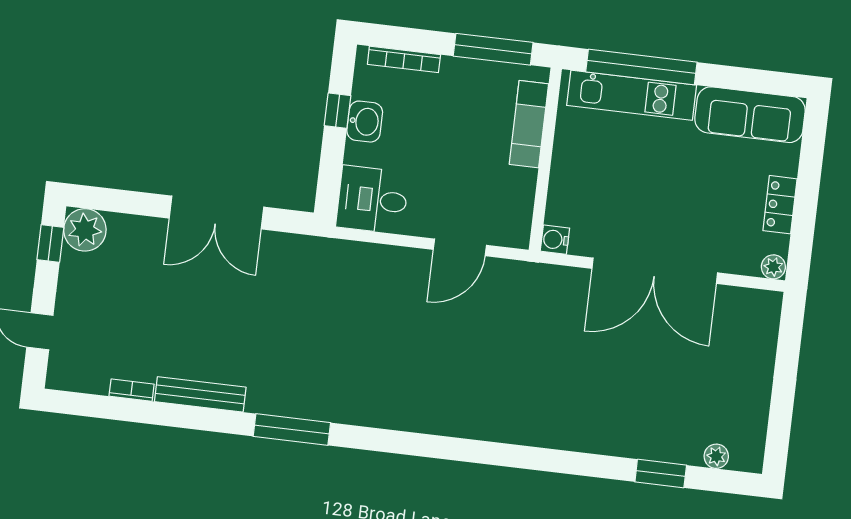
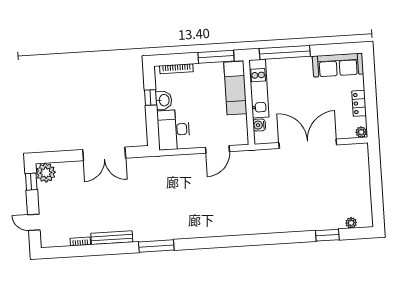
kitchen unit: (632, 95) -> (259, 89), moved, turned -90
exam couch: (529, 124) -> (235, 88), width x1.36, depth x1.45
desk: (372, 200) -> (173, 130), width x1.37
water cooler: (555, 240) -> (259, 125), moved
double door: (655, 271) -> (308, 144), swing flipped

